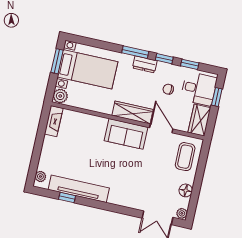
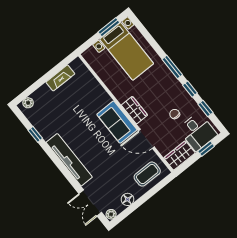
dresser: (145, 64) -> (172, 82), removed
plant: (60, 96) -> (91, 55), removed
wardrobe: (133, 112) -> (134, 110), width x0.67
fireplace: (54, 121) -> (60, 78), moved
door: (161, 128) -> (146, 139), swing flipped
tv unit: (79, 189) -> (69, 160), moved

